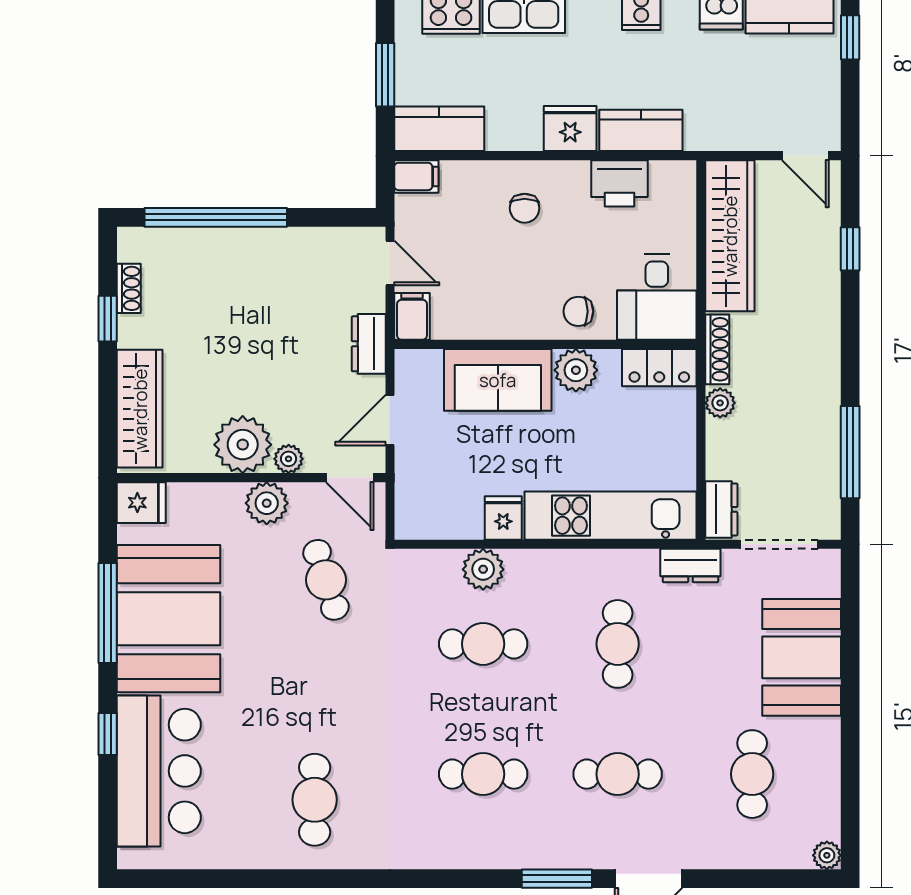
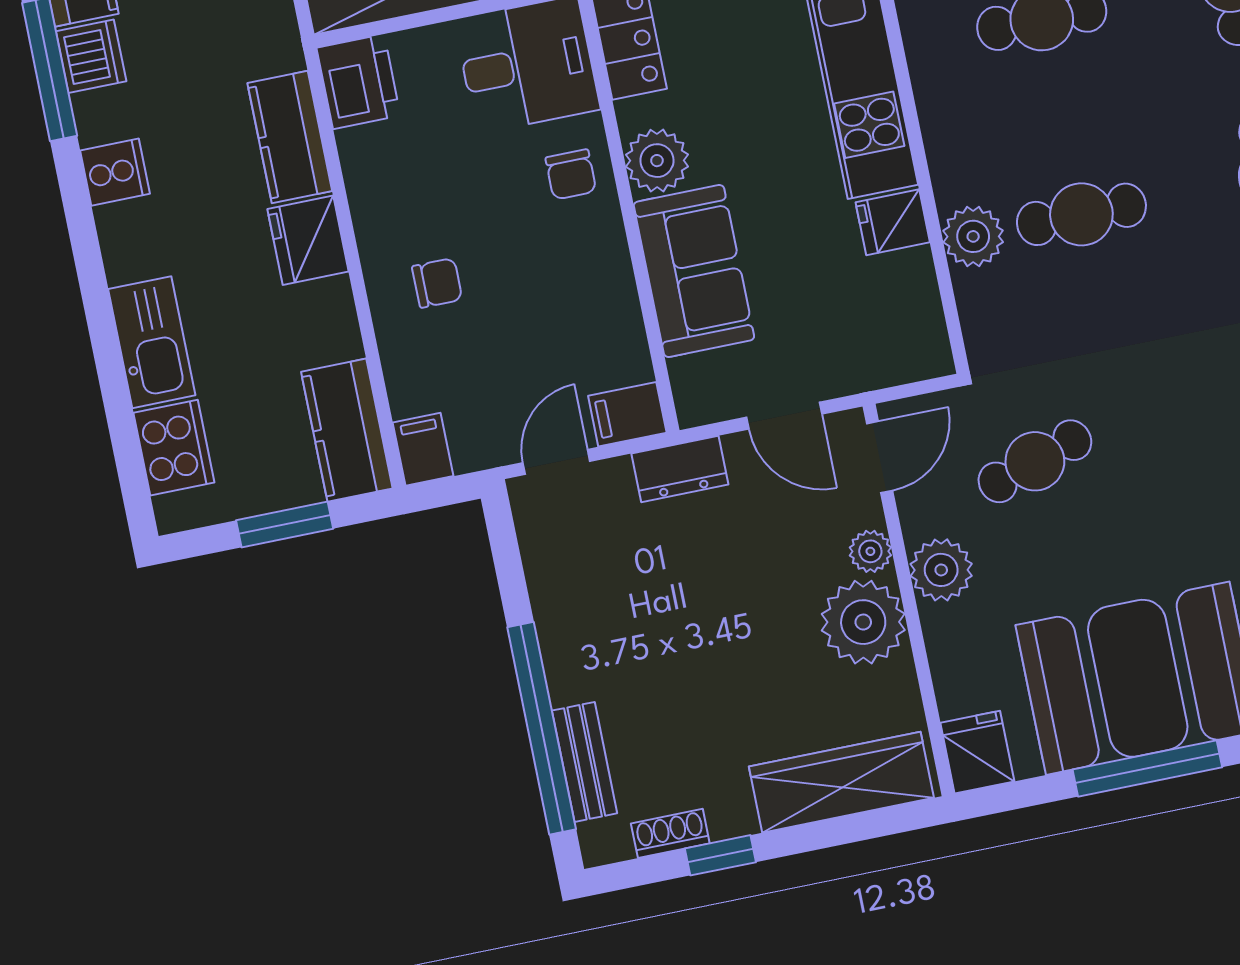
printer: (620, 183) -> (358, 82), moved
bench: (188, 241) -> (585, 762), added
cafe table: (483, 644) -> (1081, 214), turned 90

